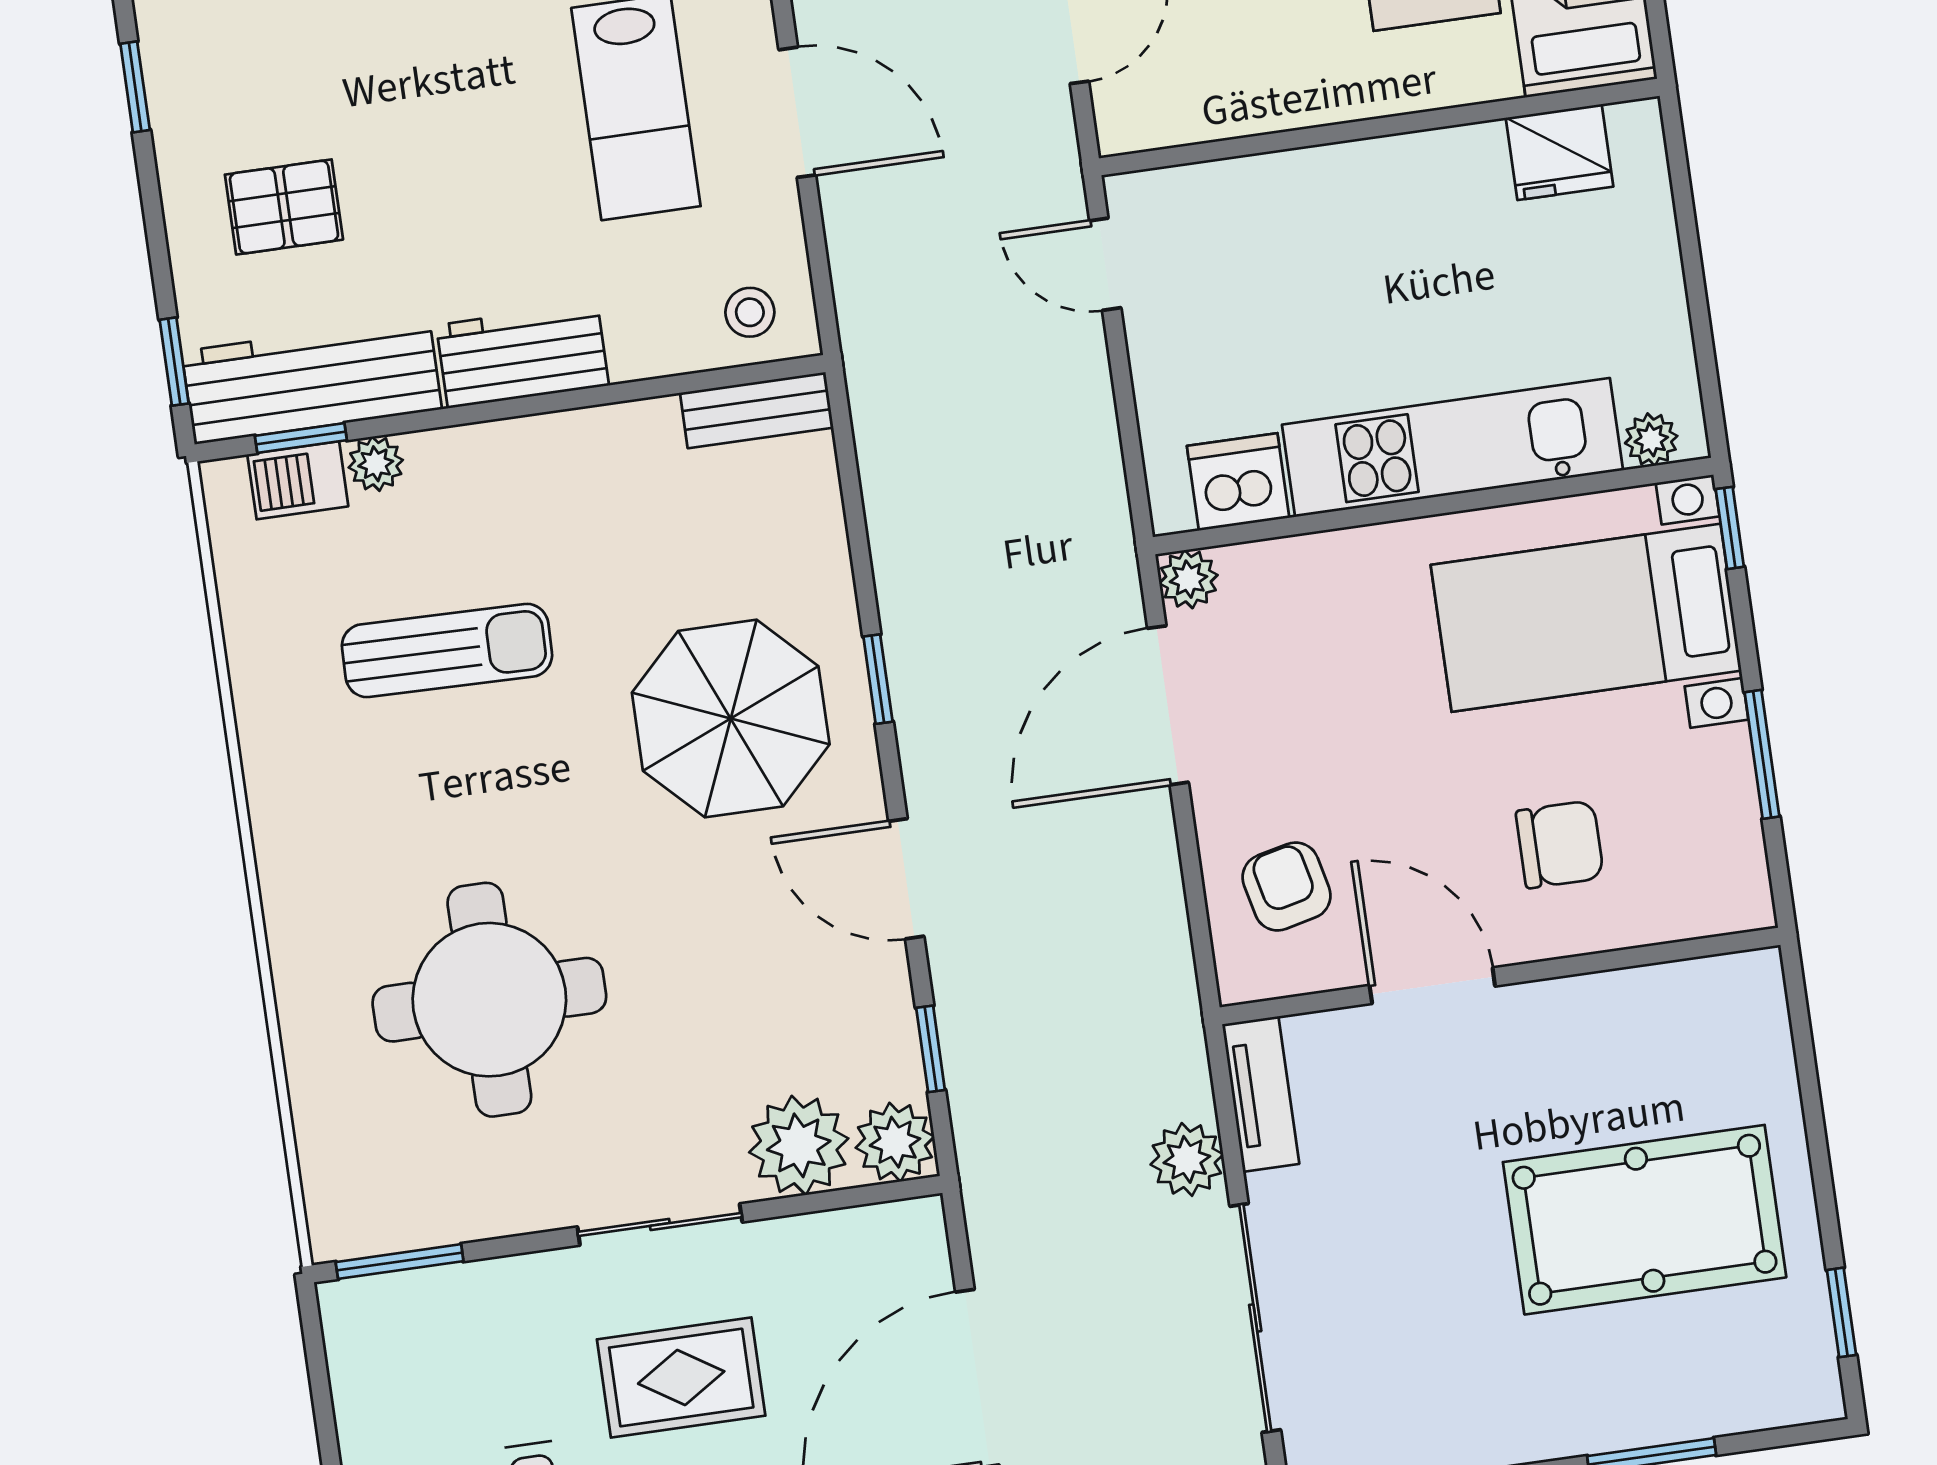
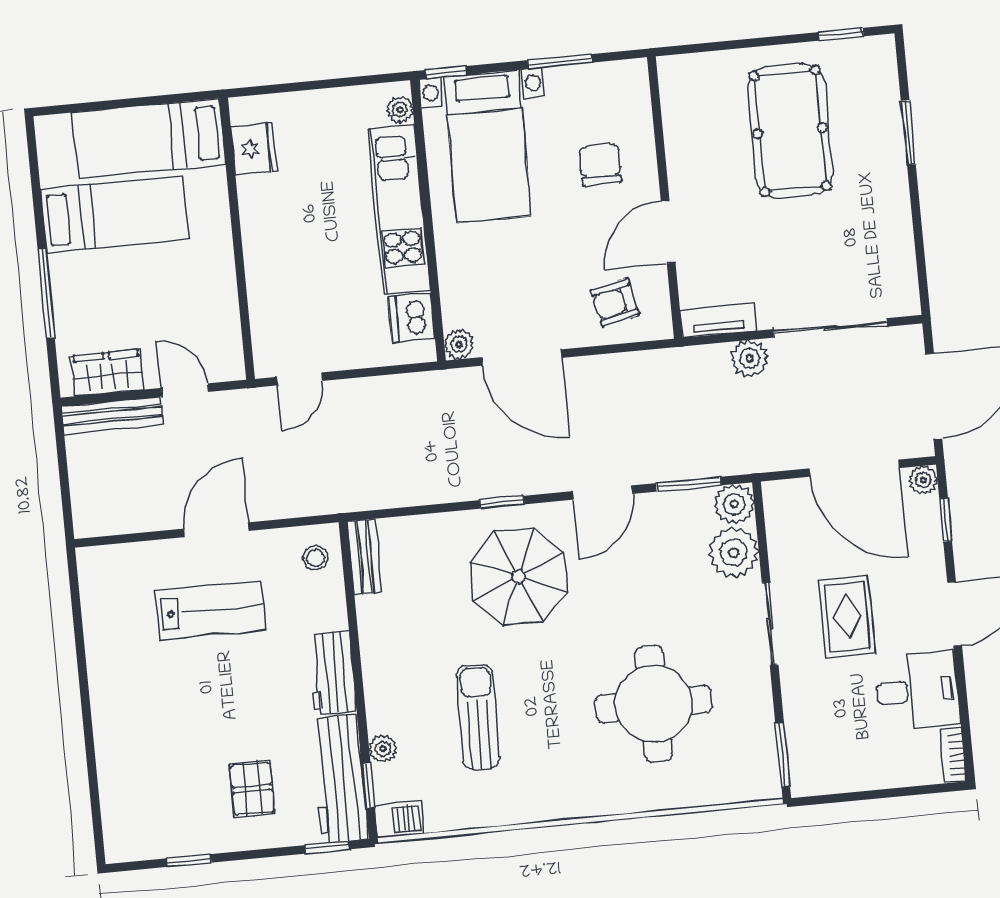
barbecue: (298, 480) -> (399, 819), moved, turned -90
window: (931, 1049) -> (688, 484), width x1.50

